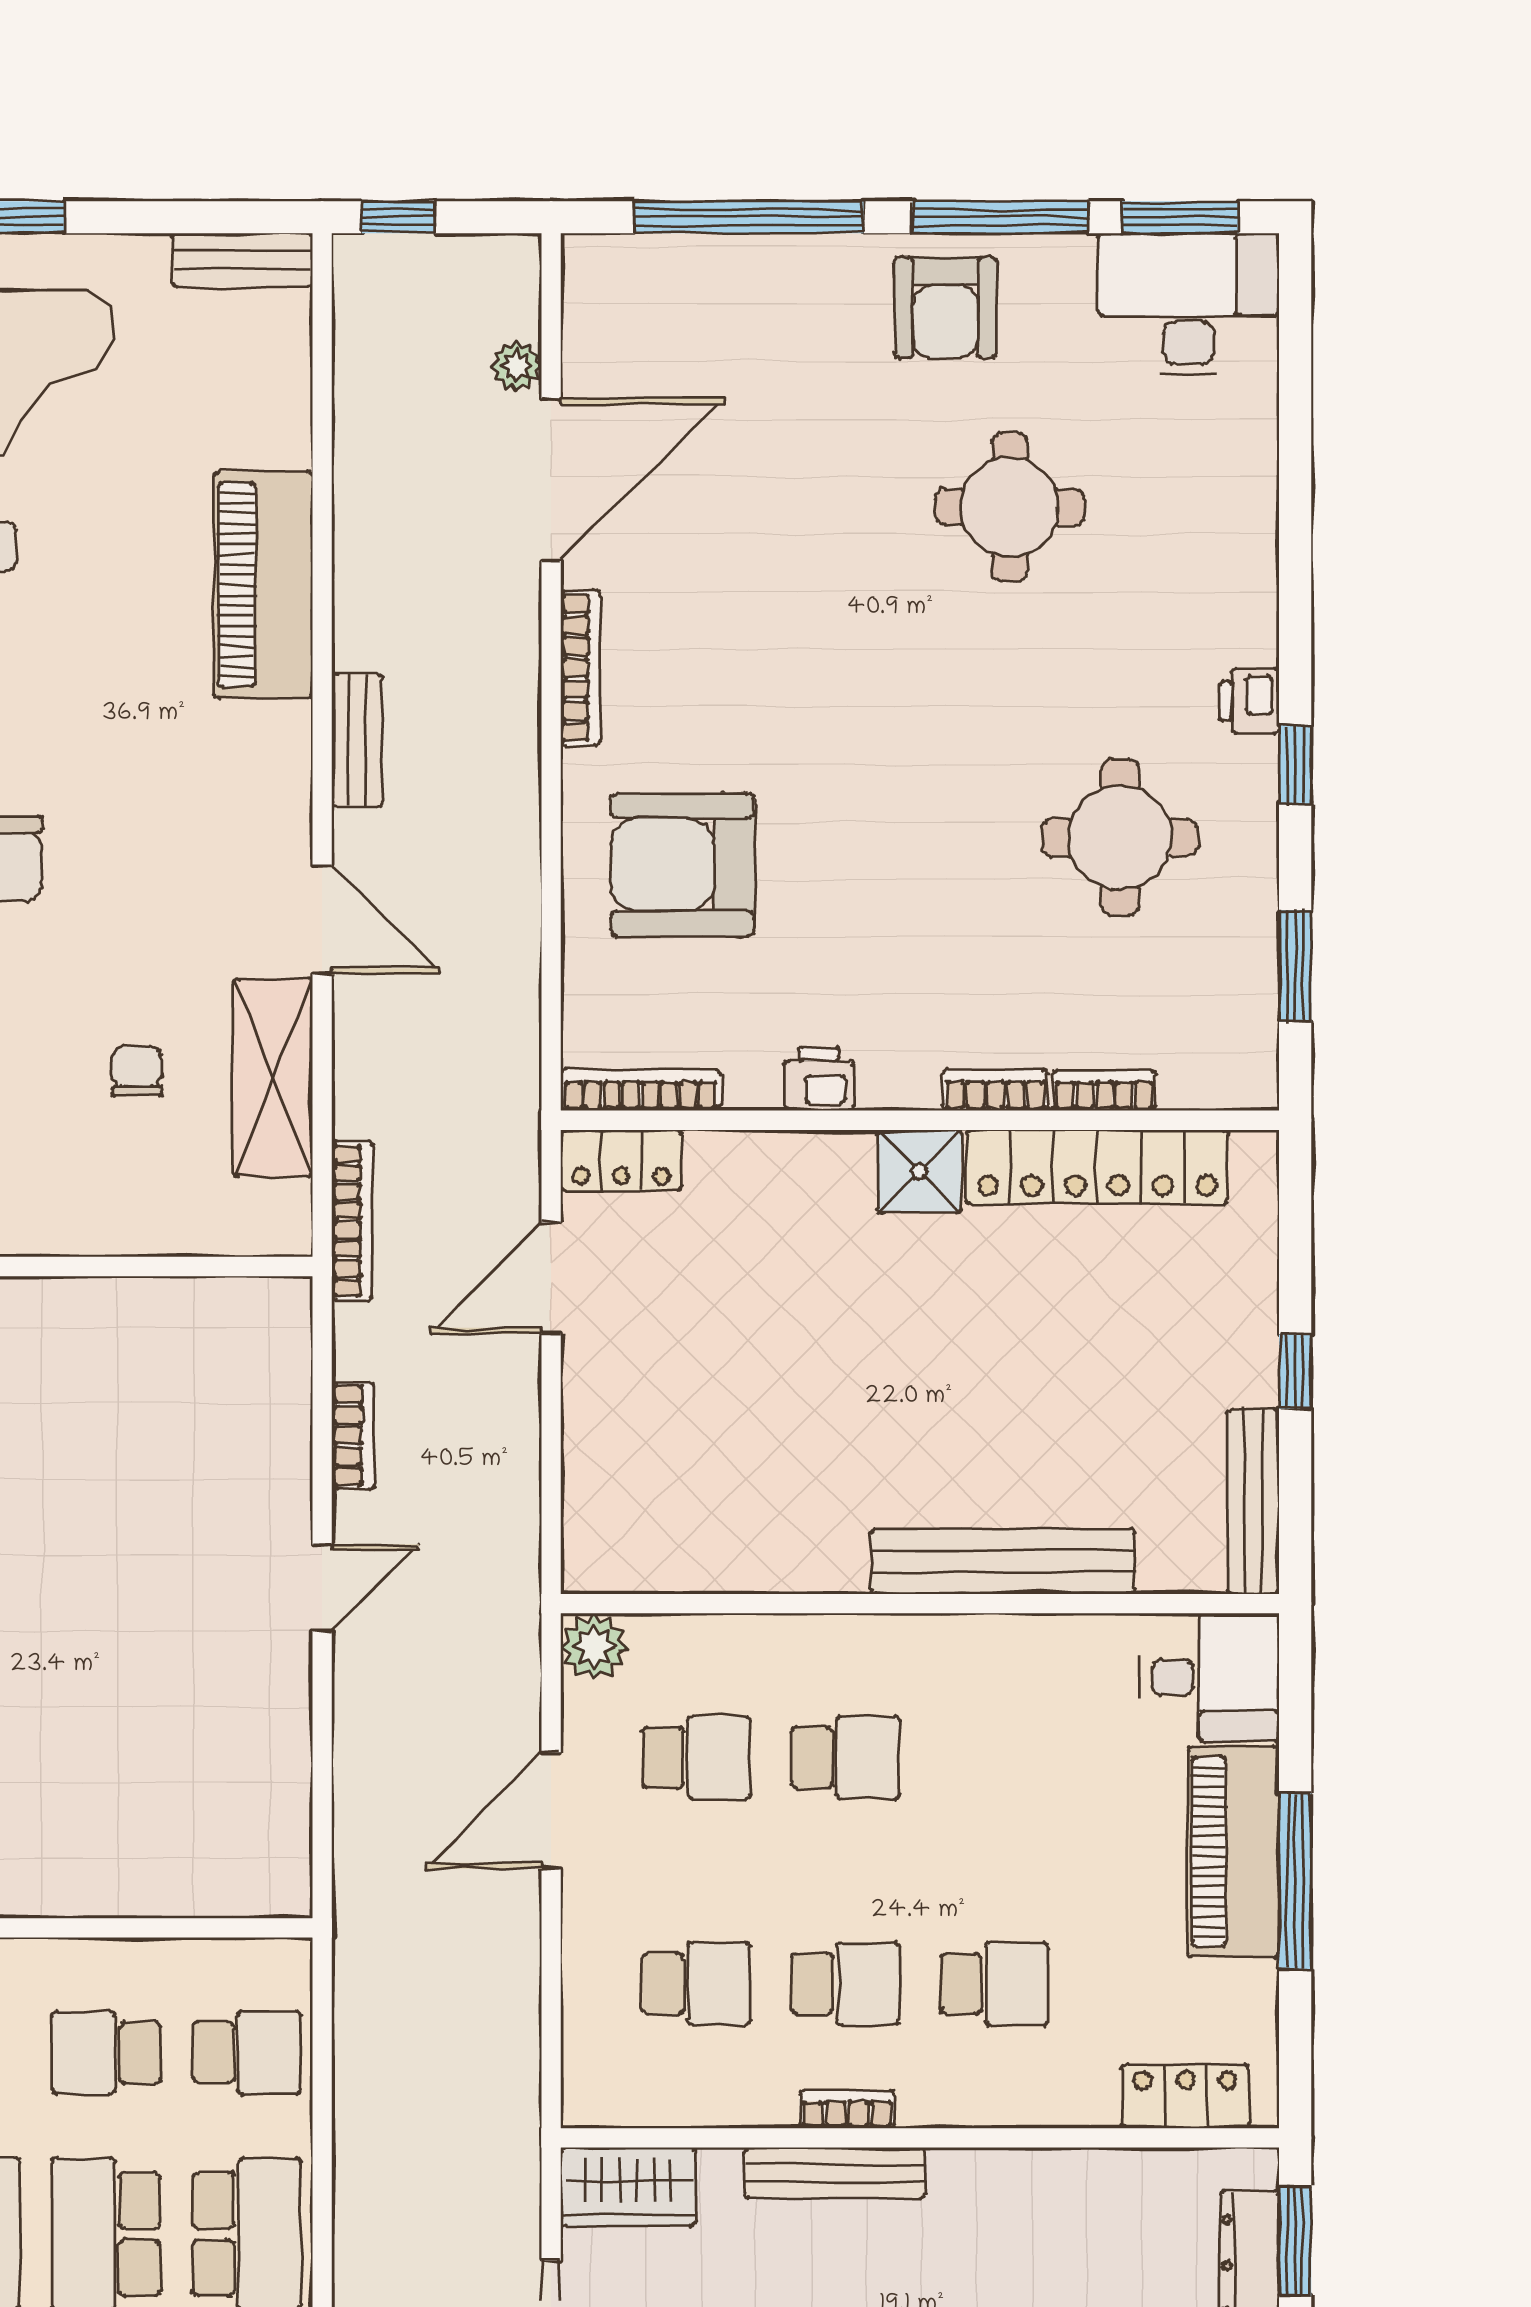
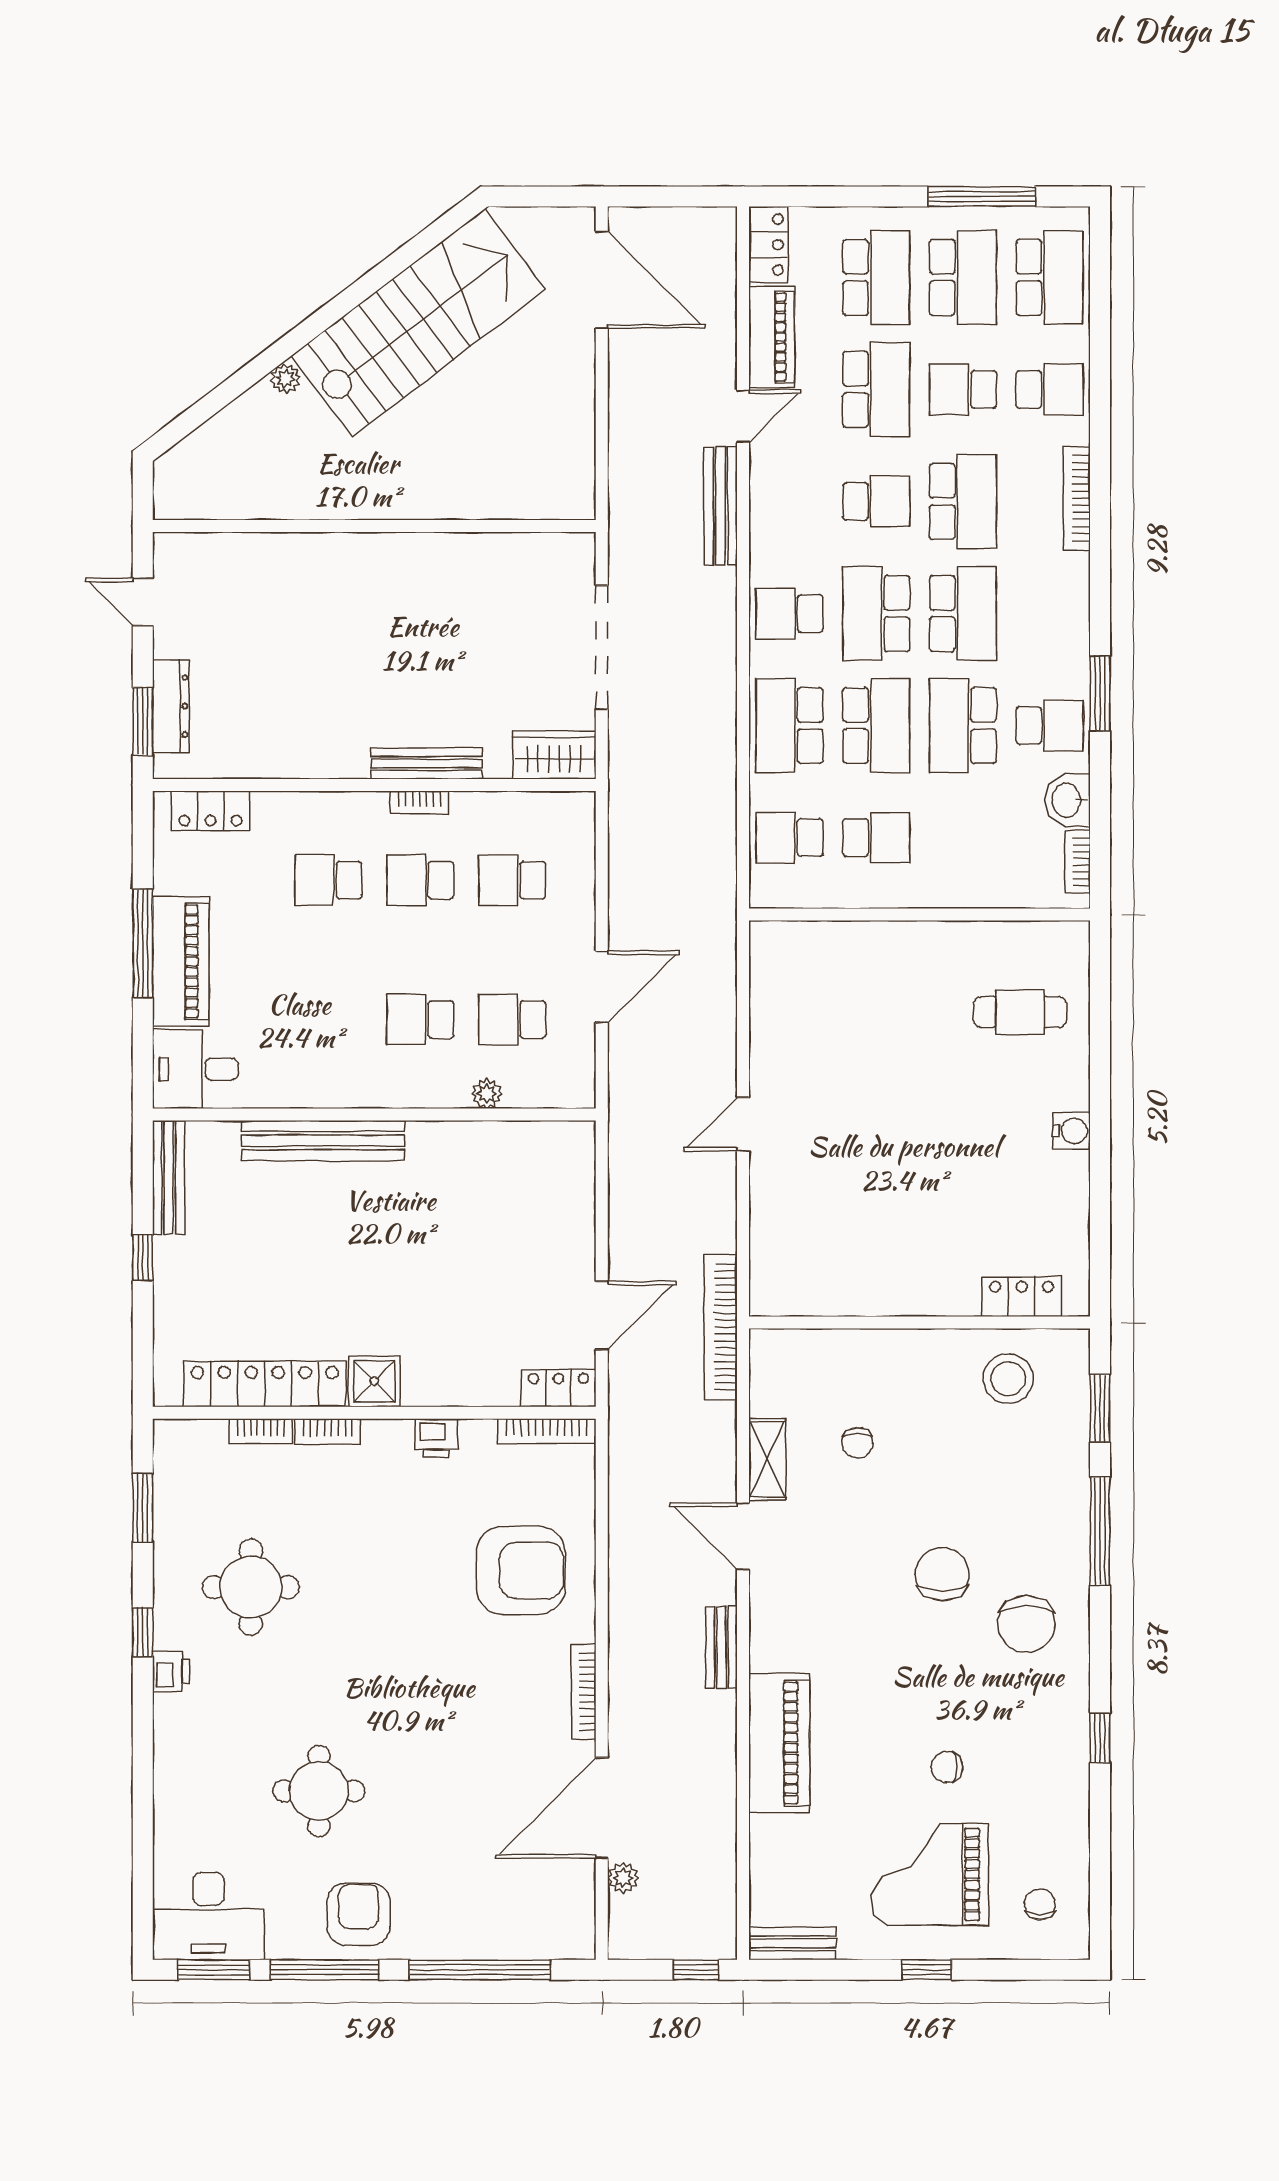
shelving: (273, 1078) -> (767, 1459), width x0.67, depth x0.75
bookcase: (352, 1221) -> (721, 1327), width x1.48, depth x1.31
bookcase: (353, 1435) -> (724, 1218), removed
plant: (594, 1647) -> (487, 1094), moved, width x0.73, depth x0.73

